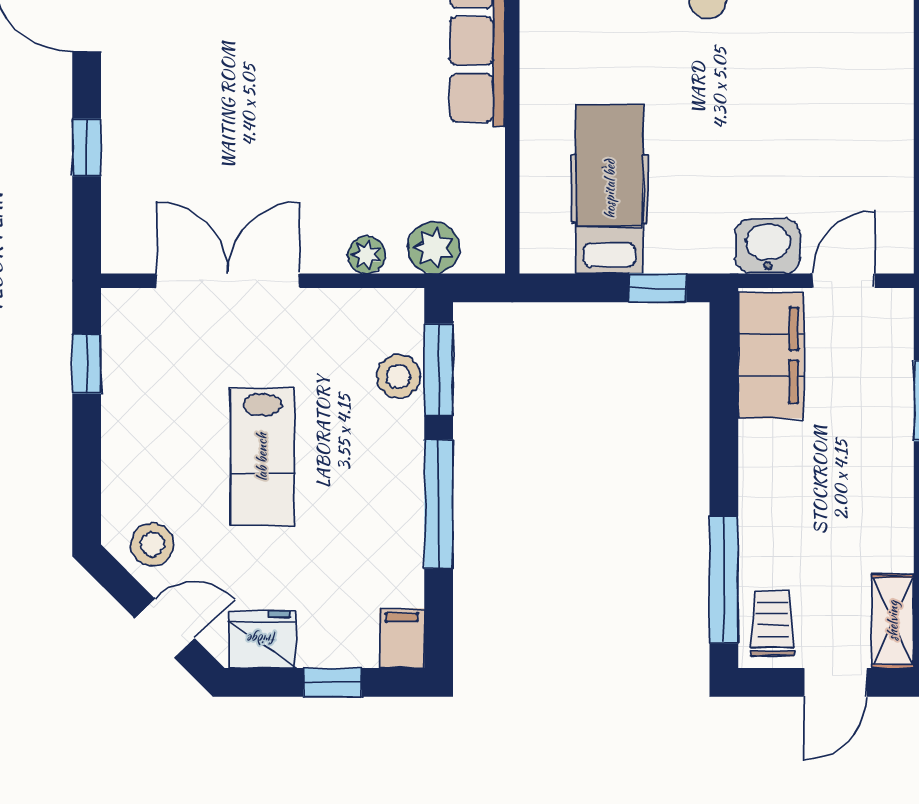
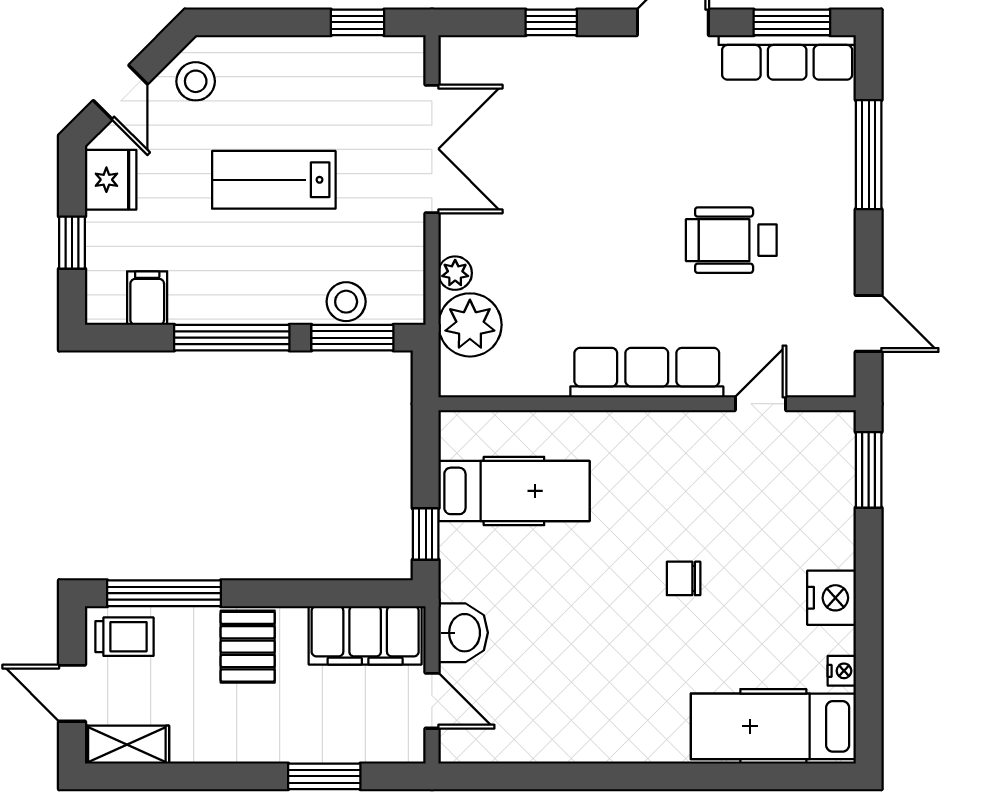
plant: (434, 248) -> (470, 325), width x1.36, depth x1.36
pallet: (783, 486) -> (248, 647), added
filing cabinet: (402, 638) -> (147, 298), moved, turned -90

